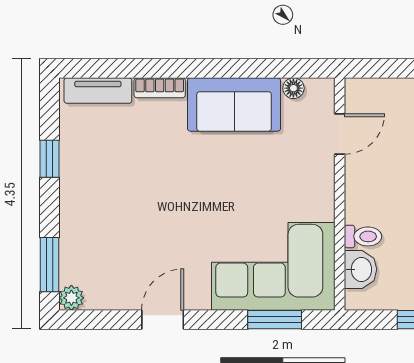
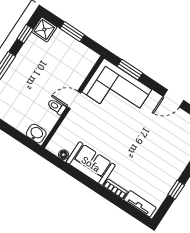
door: (340, 134) -> (74, 100), moved
toilet: (363, 236) -> (56, 107), moved
washbasin: (360, 269) -> (36, 134), moved, turned 90

